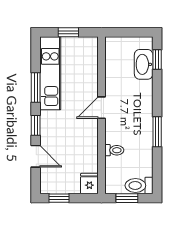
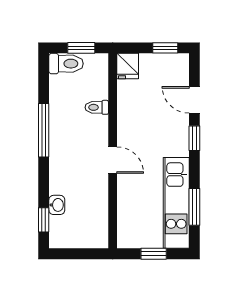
washbasin: (144, 64) -> (57, 205), width x0.52, depth x0.69
window: (36, 88) -> (194, 207), moved
door: (101, 108) -> (113, 160), hinge flipped
window: (157, 132) -> (44, 130), width x1.44

